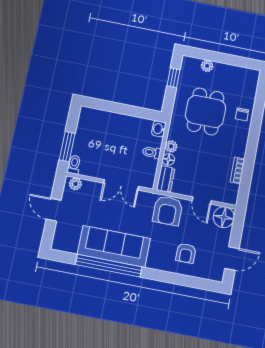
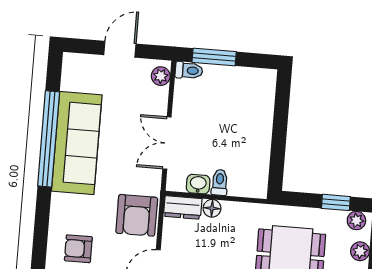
washbasin: (159, 129) -> (198, 184), moved
plant: (171, 146) -> (356, 221), moved
armchair: (168, 211) -> (137, 215), turned -90

